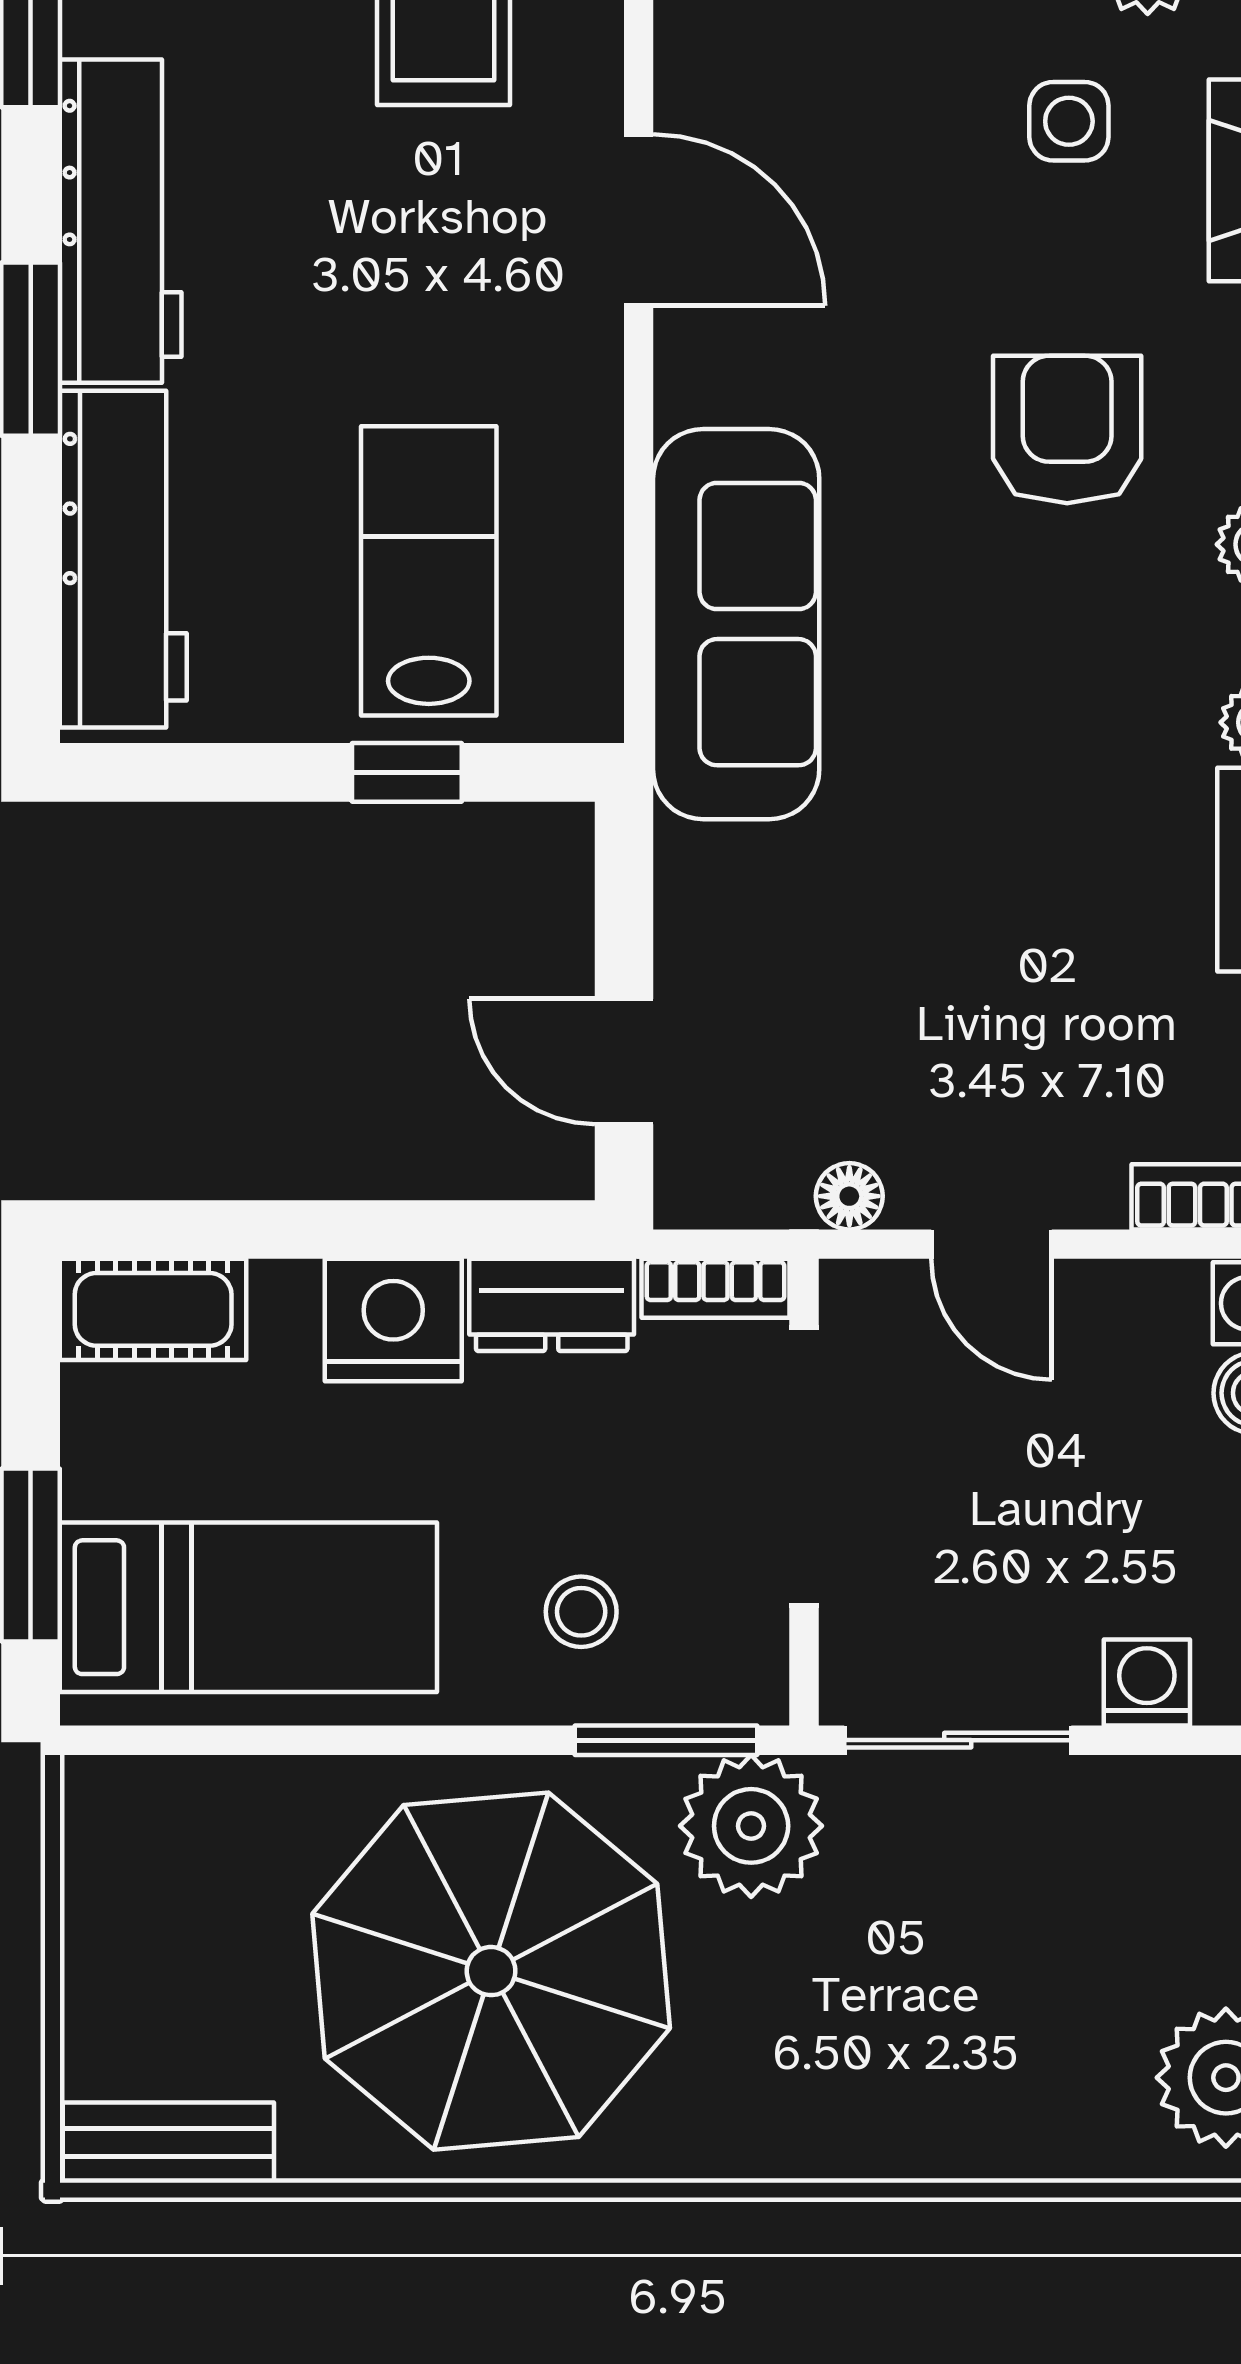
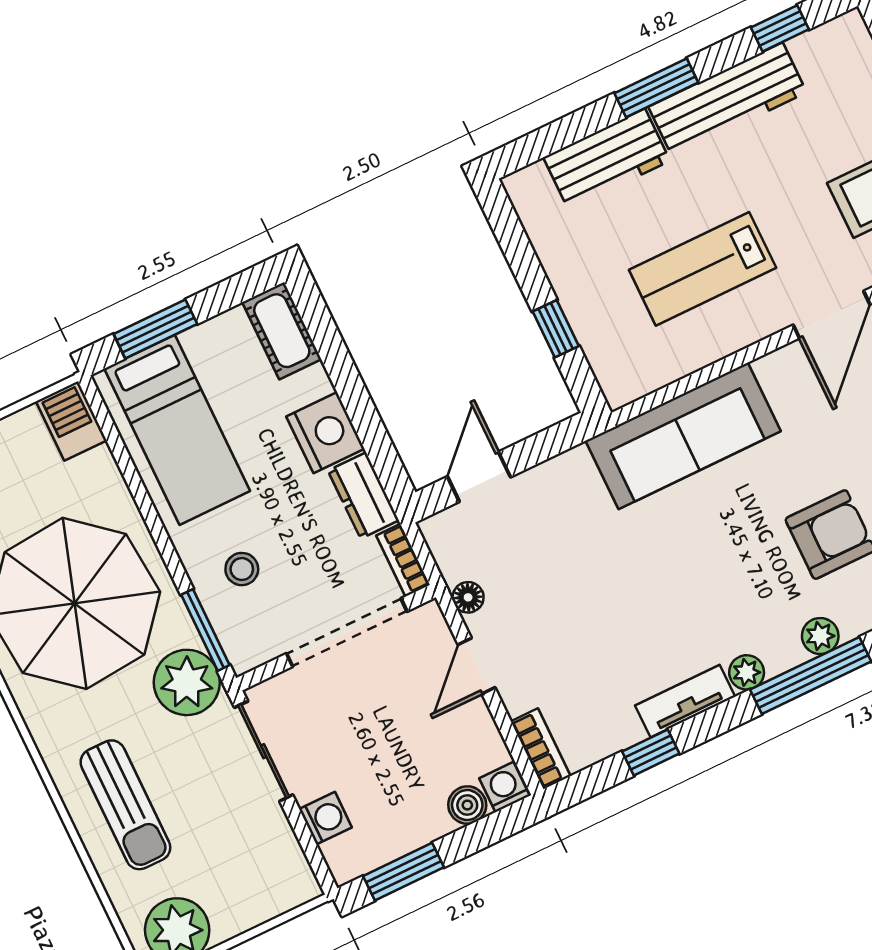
workbench: (123, 559) -> (607, 159), width x0.73
lab bench: (429, 571) -> (703, 269), moved, turned 180
barbecue: (132, 1806) -> (71, 421), added
sun lounger: (932, 2061) -> (125, 805), added

